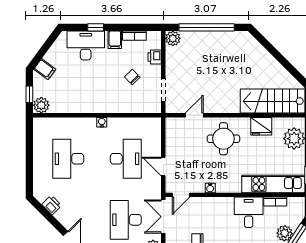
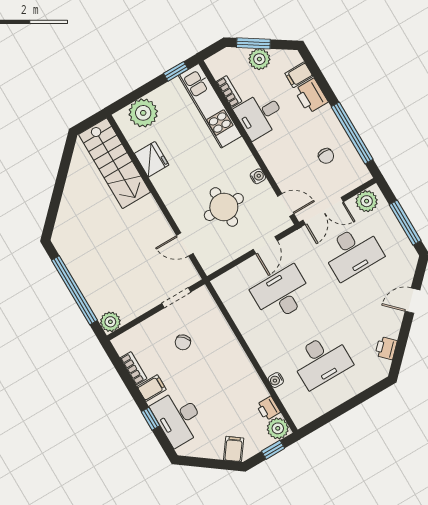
printer: (155, 57) -> (268, 408), moved, turned 90
water cooler: (102, 122) -> (276, 380), moved
round table: (223, 139) -> (224, 207), moved

